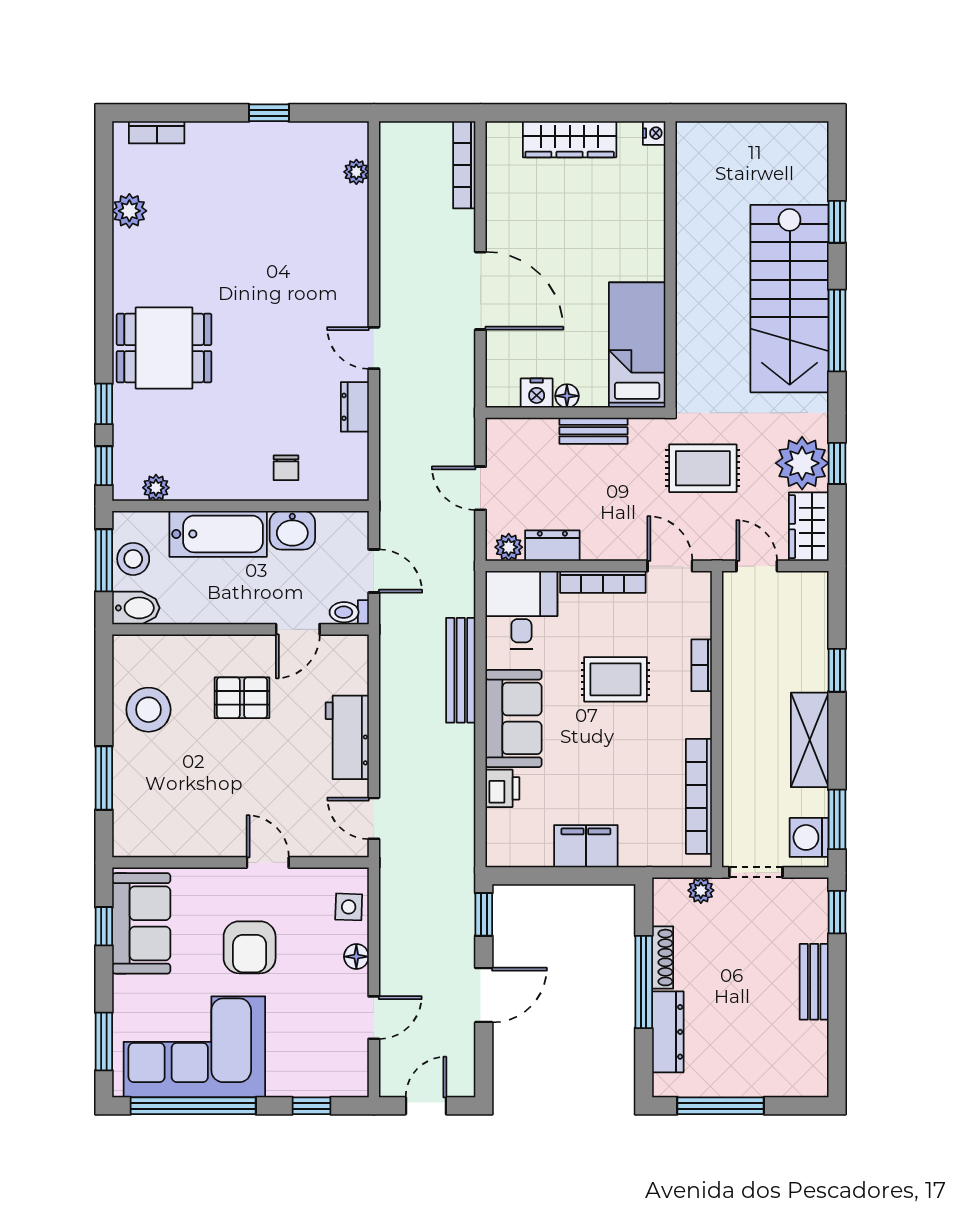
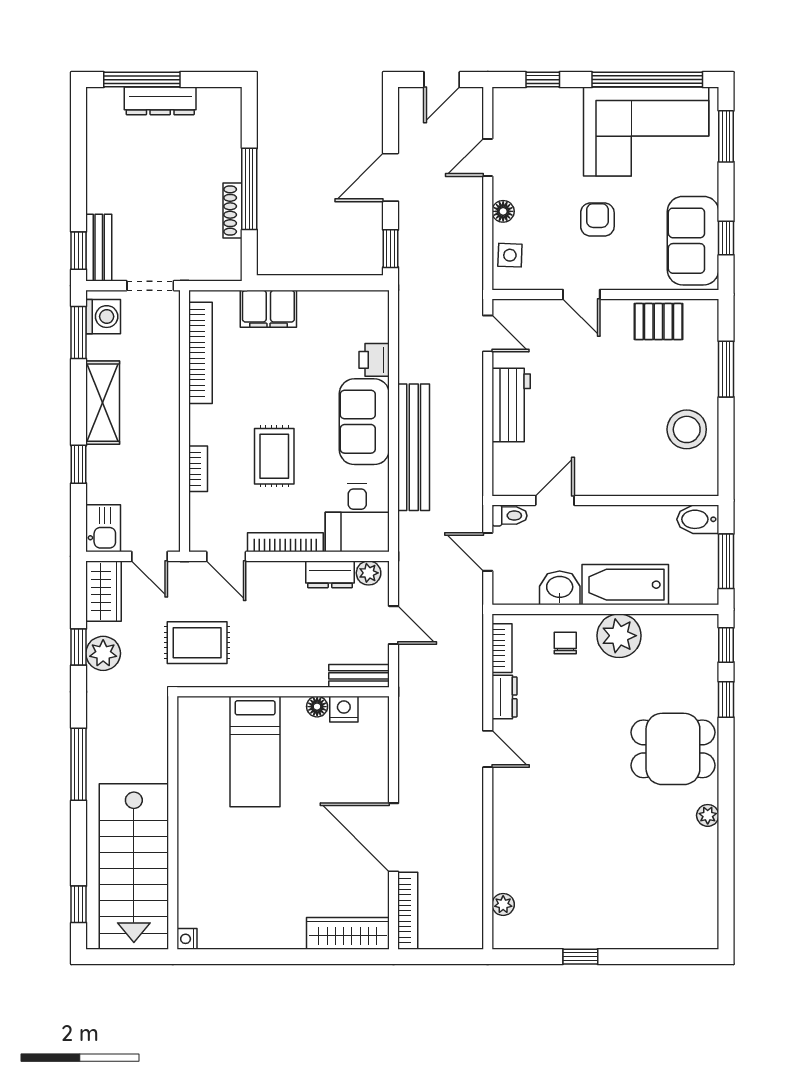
bookcase: (157, 132) -> (502, 648), moved, turned 90
nightstand: (654, 133) -> (187, 939), moved
wardrobe: (570, 139) -> (348, 933), moved
plant: (129, 211) -> (708, 815), moved, width x0.73, depth x0.73
window: (837, 222) -> (79, 904), moved
wall: (670, 264) -> (173, 823), moved
door: (480, 291) -> (394, 837), moved
stairs: (790, 299) -> (134, 866), moved, turned 180
bench: (593, 431) -> (359, 676), moved
plant: (802, 463) -> (103, 653), width x0.73, depth x0.73
plant: (156, 488) -> (619, 636), moved, width x1.88, depth x1.88
stool: (133, 559) -> (700, 563), removed
kitchen sink: (809, 598) -> (103, 528), added
bench: (461, 670) -> (414, 447), width x1.37, depth x1.21
rug: (616, 679) -> (274, 456), turned 90
pallet: (242, 698) -> (658, 322), moved
filing cabinet: (586, 846) -> (268, 309), moved
plant: (701, 890) -> (199, 270), removed
armchair: (250, 947) -> (597, 220), width x0.72, depth x0.72
bench: (814, 982) -> (99, 248), moved
dresser: (668, 1032) -> (160, 101), moved, turned -90
window: (721, 1106) -> (142, 80), moved

